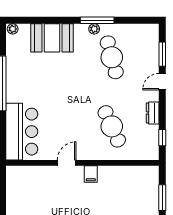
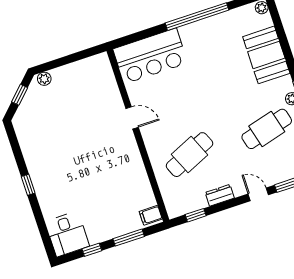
filing cabinet: (91, 174) -> (151, 215), moved

